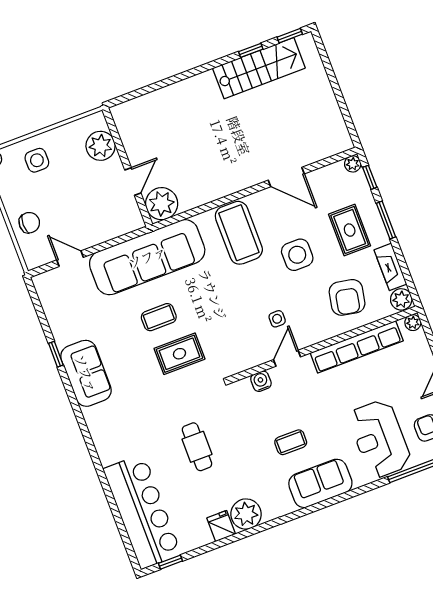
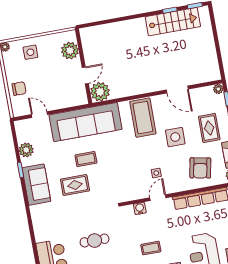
plant: (59, 320) -> (26, 150), added
rug: (179, 354) -> (75, 185), moved
cafe table: (197, 447) -> (95, 241), turned 90

